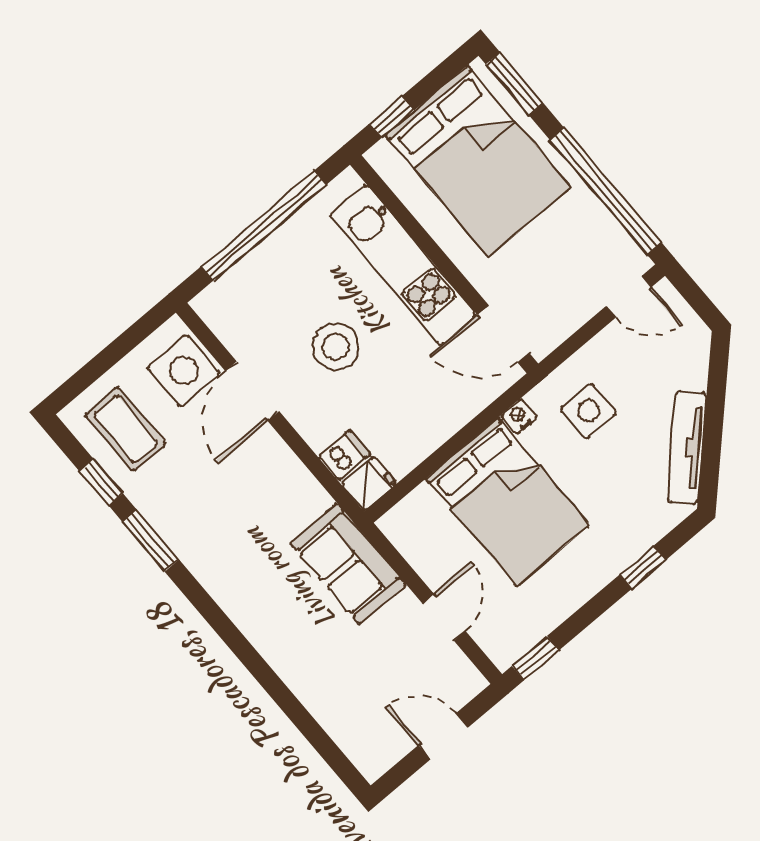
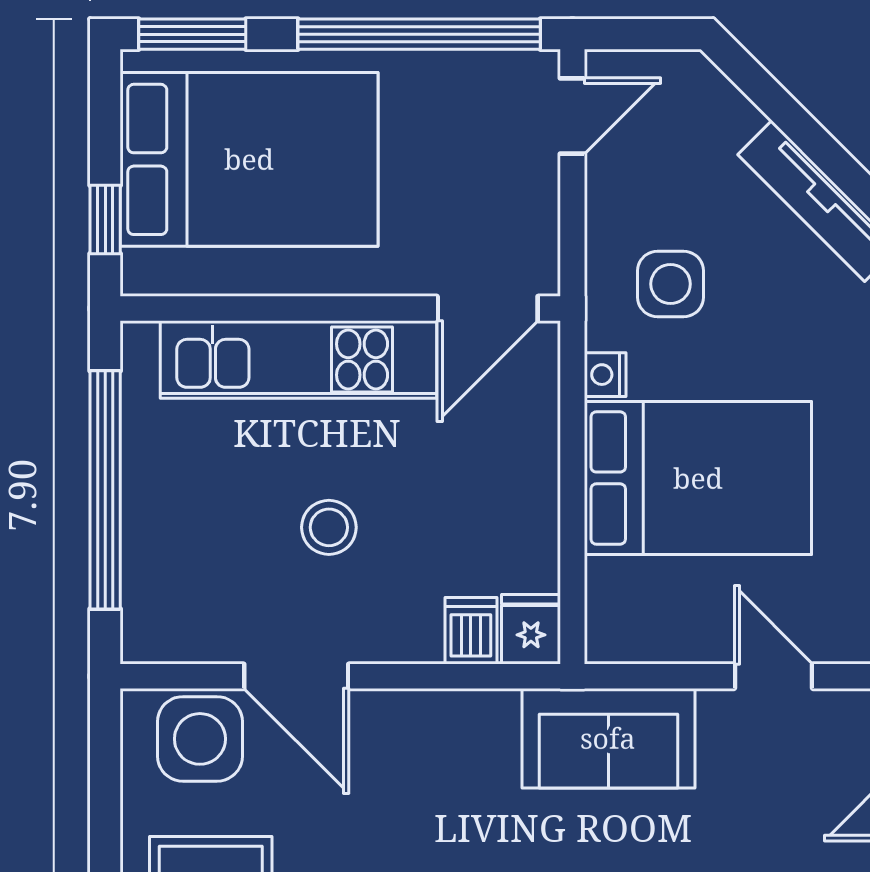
stool: (336, 347) -> (329, 527), width x0.73, depth x0.73

